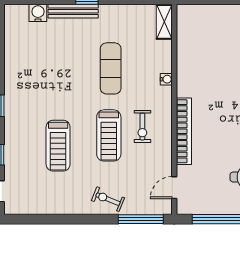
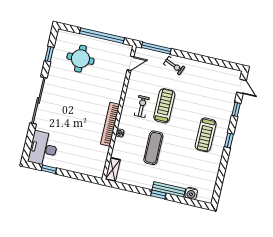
bookcase: (184, 131) -> (110, 124), moved
treadmill: (58, 146) -> (206, 135), moved, turned 180

